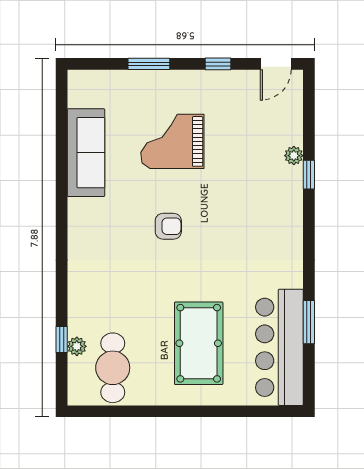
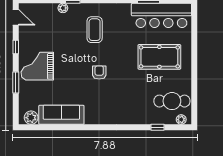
plant: (80, 94) -> (31, 118), added
grand piano: (172, 141) -> (37, 66), moved, turned 90
coffee table: (252, 217) -> (95, 30), added
plant: (77, 346) -> (181, 120), moved

